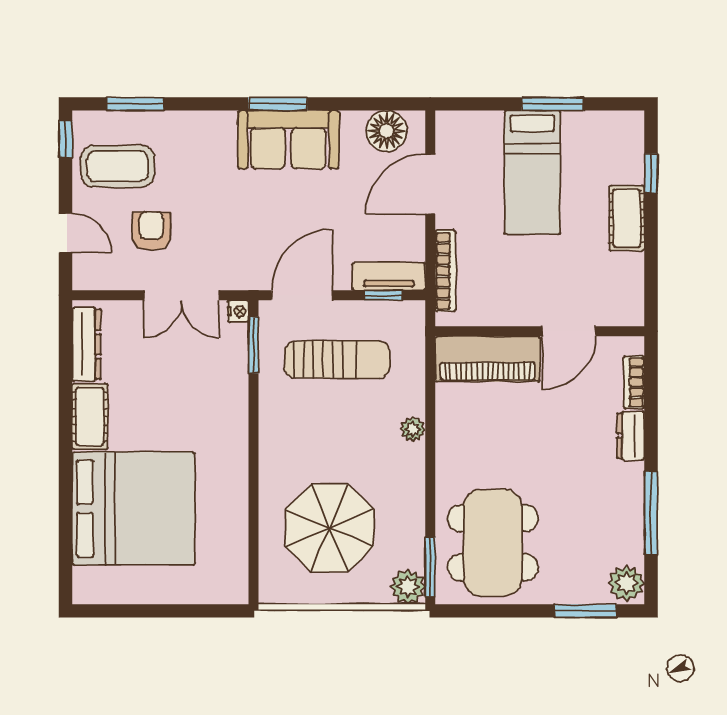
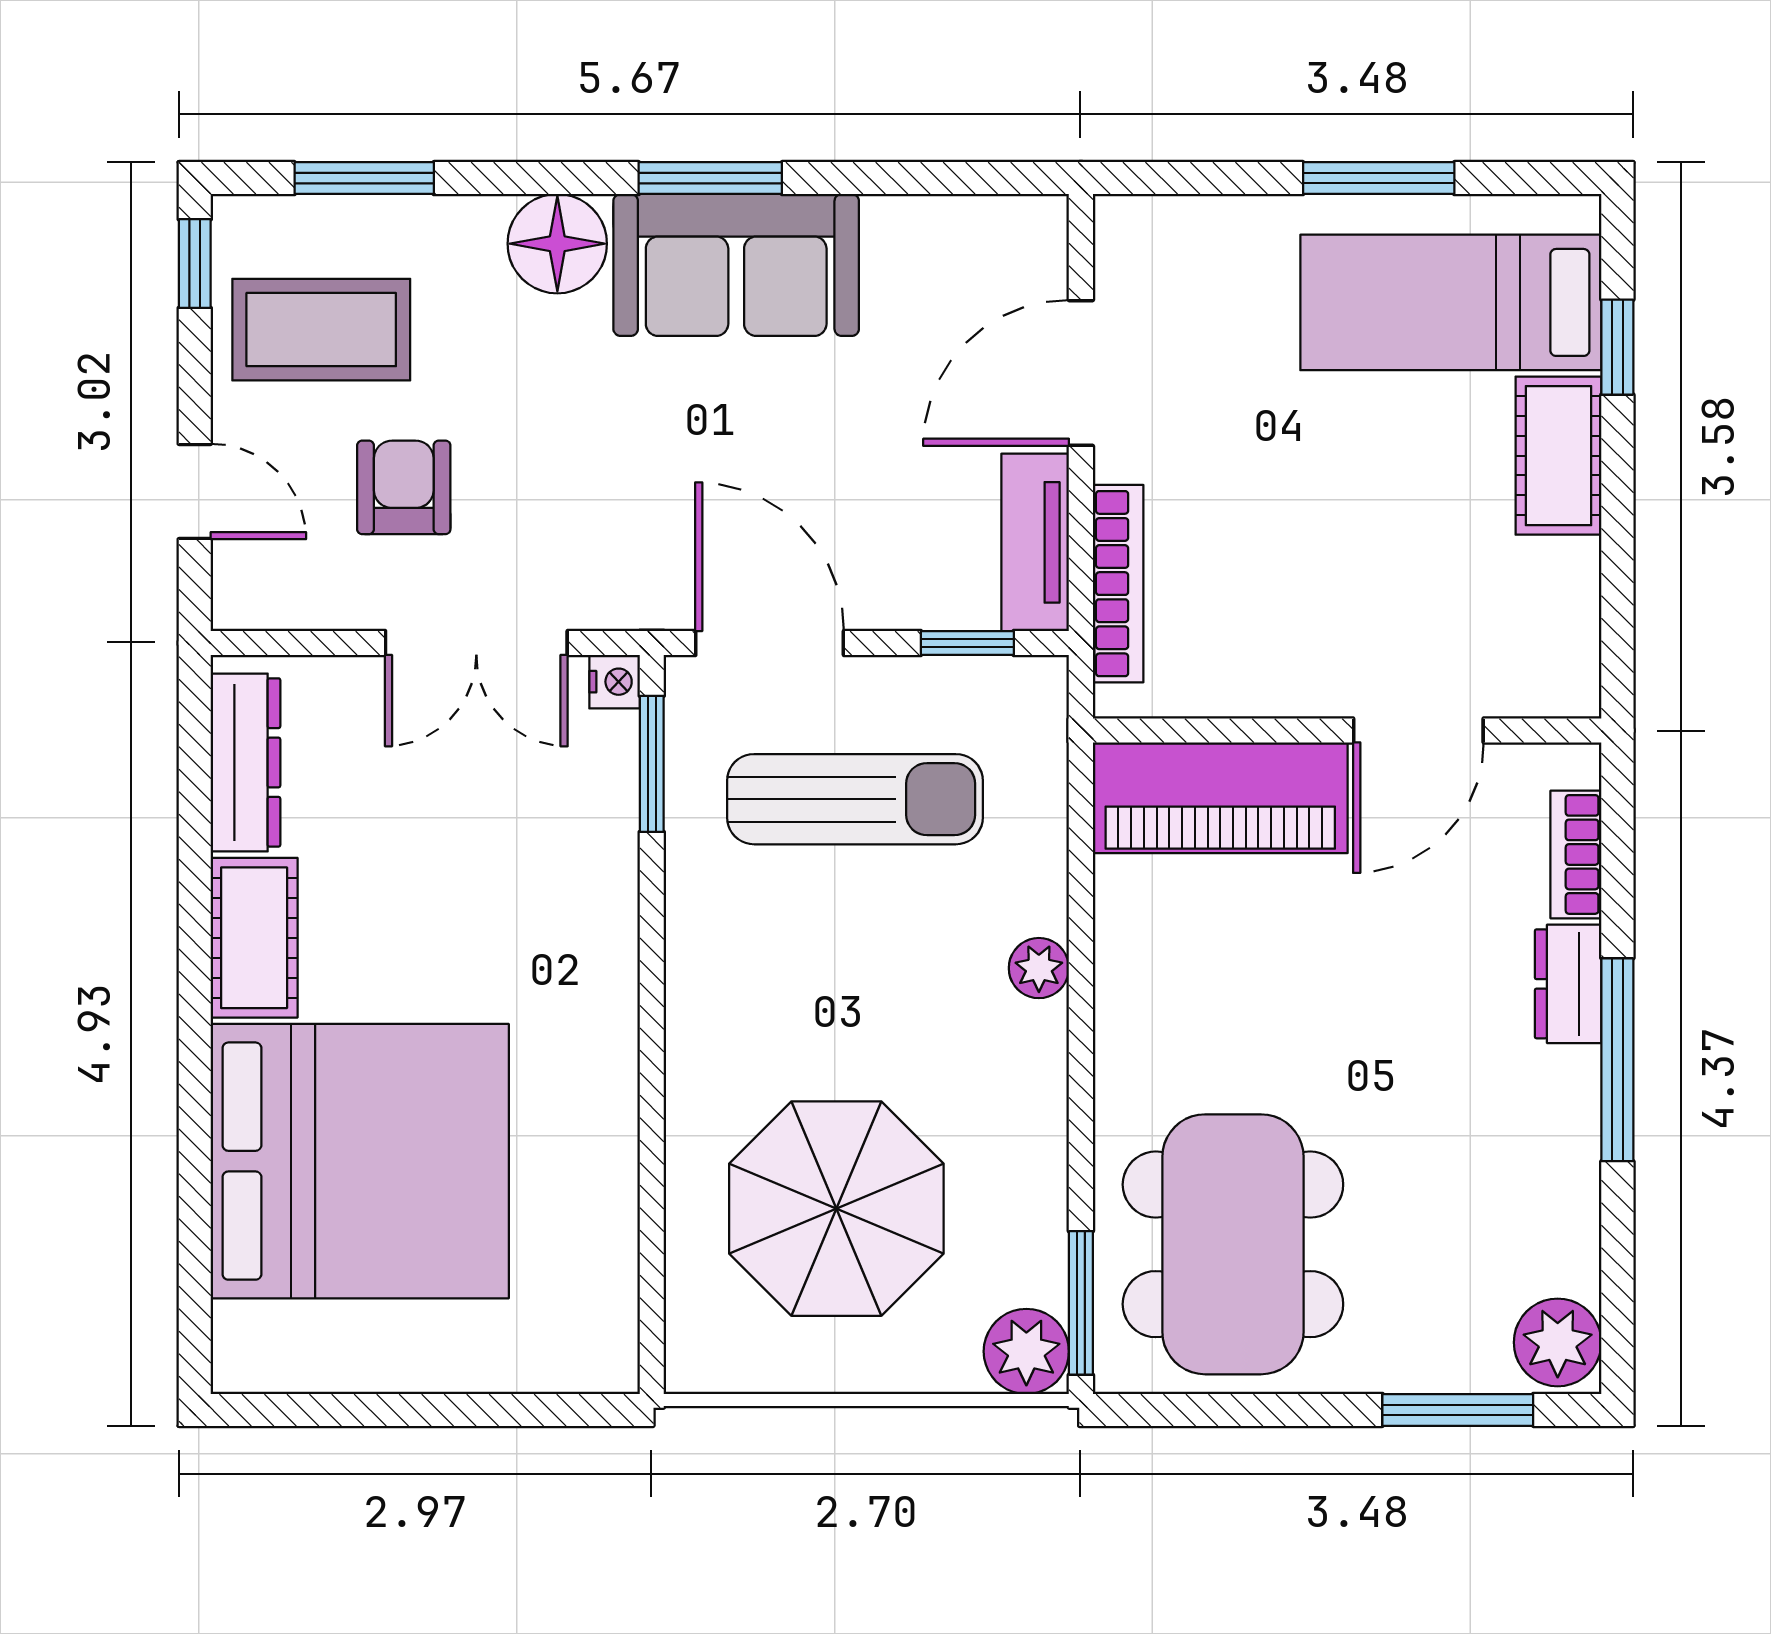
floor lamp: (386, 131) -> (557, 244), moved
bed: (532, 172) -> (1451, 302), moved, turned 90
tv unit: (389, 276) -> (1035, 542), moved, turned -90
door: (302, 295) -> (770, 643), hinge flipped
window: (651, 513) -> (1617, 1060), moved

